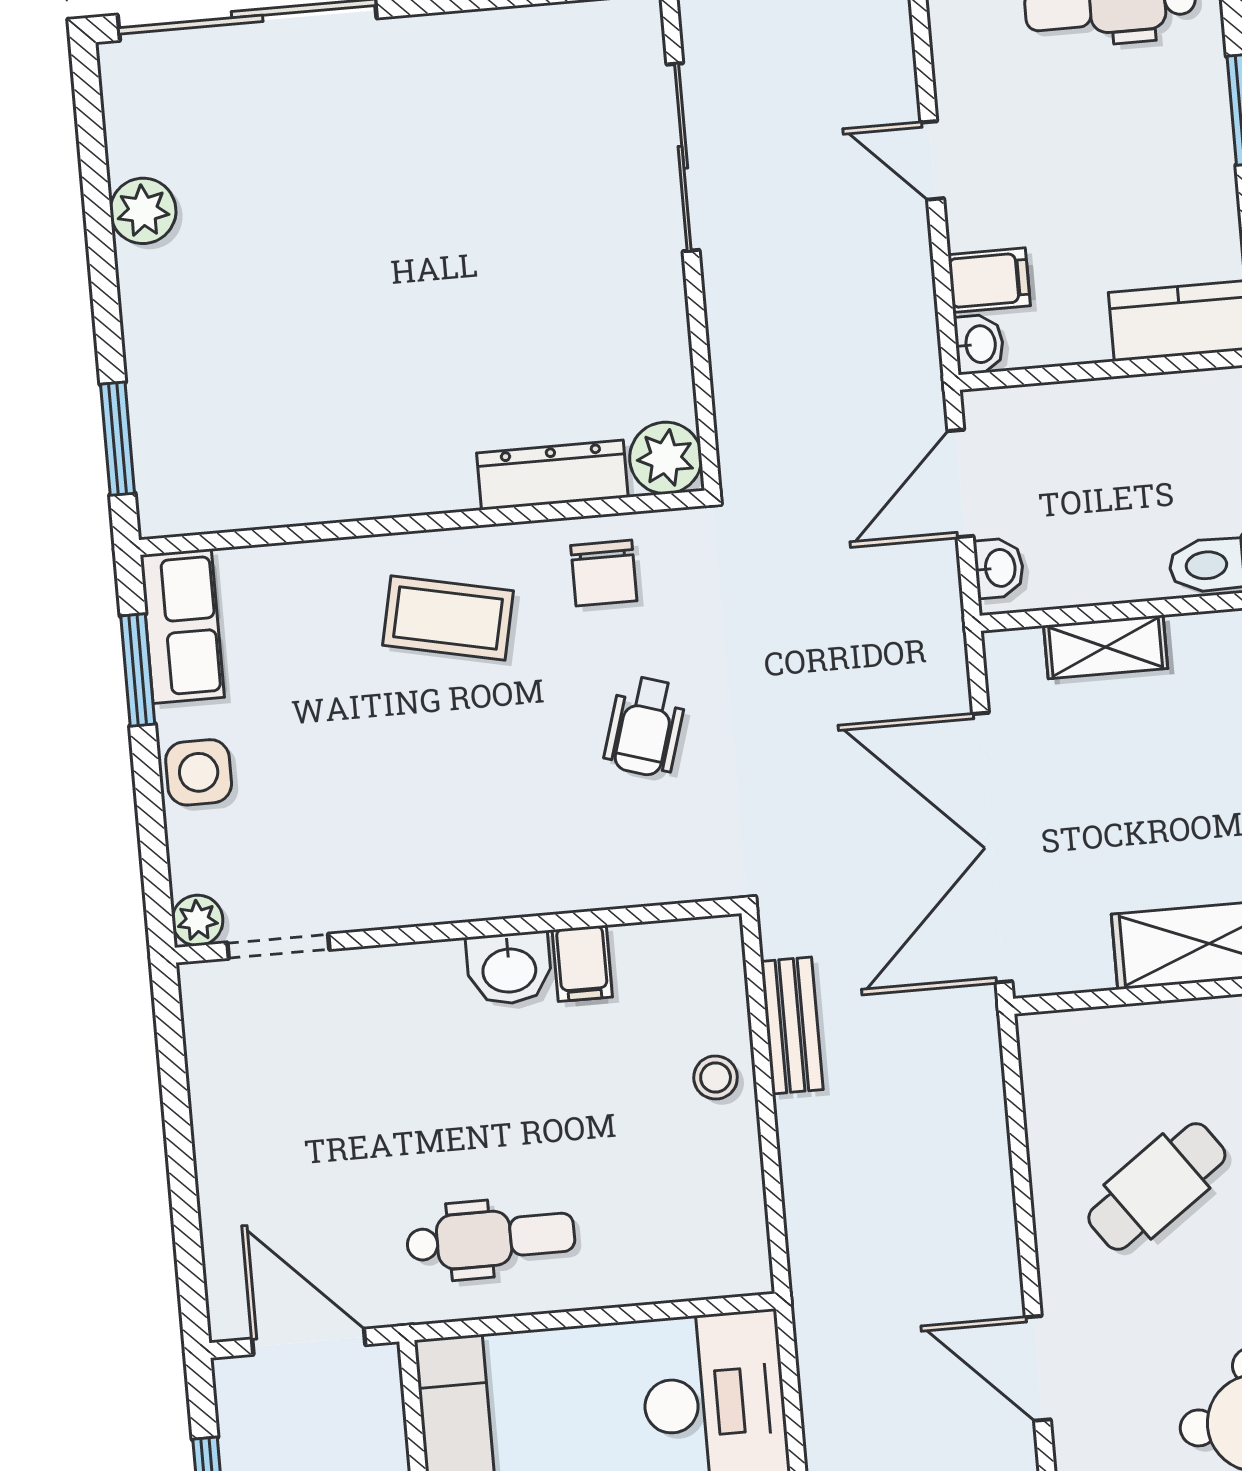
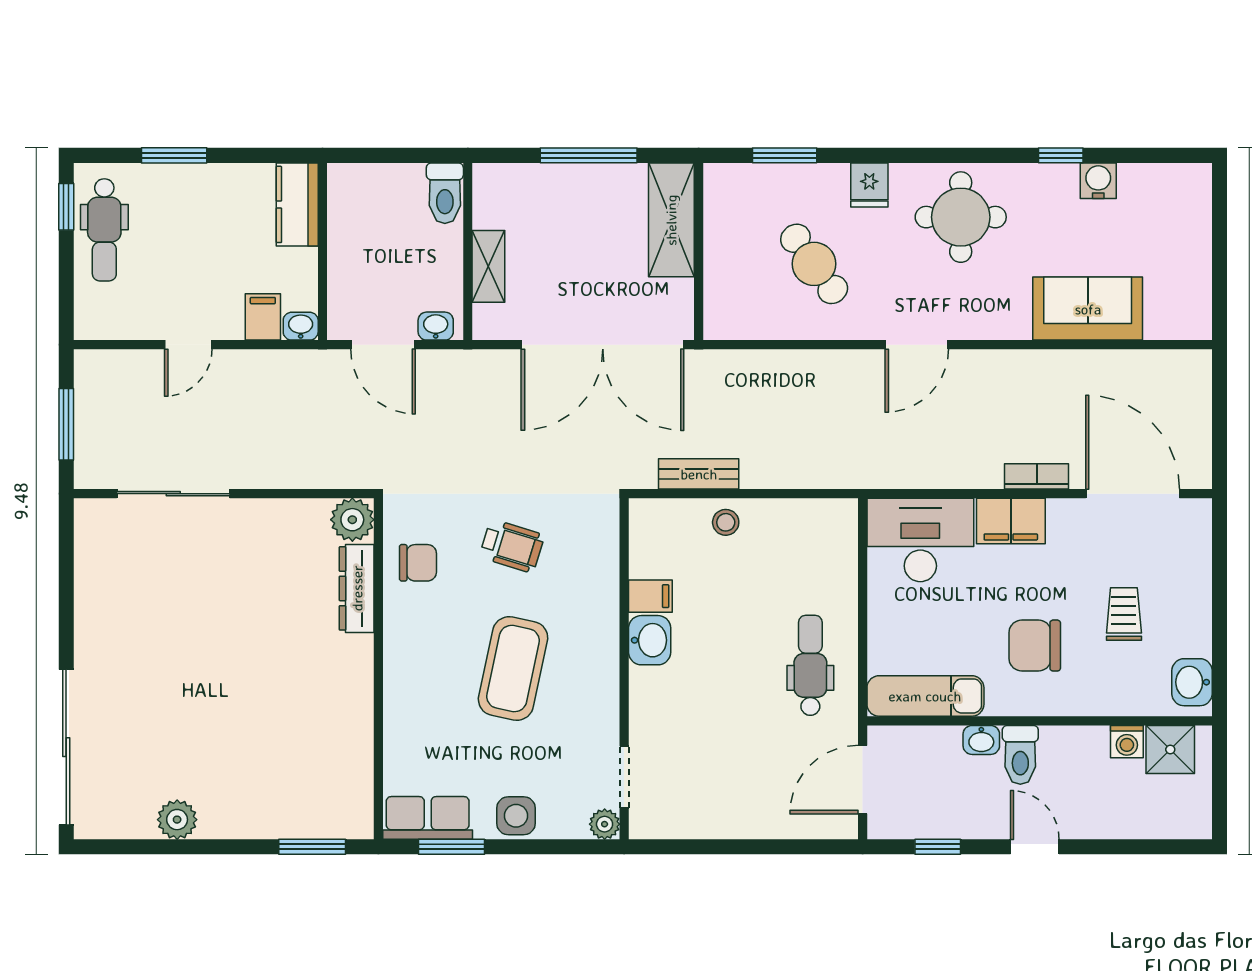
coffee table: (448, 618) -> (513, 669), moved, width x1.36, depth x1.32

